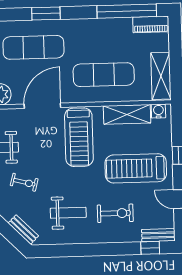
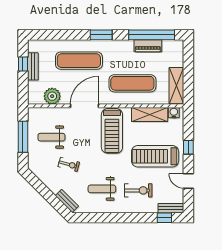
window: (46, 13) -> (101, 35), moved
piano: (151, 24) -> (148, 46), moved
weight bench: (68, 213) -> (102, 189), turned 180

